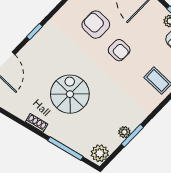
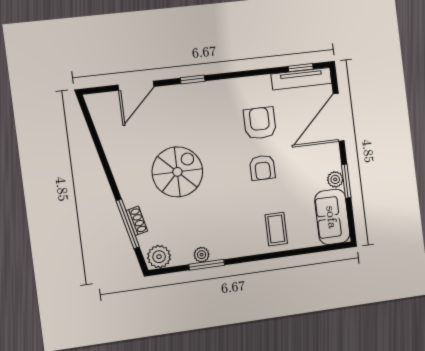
shoe rack: (37, 123) -> (137, 221), moved

